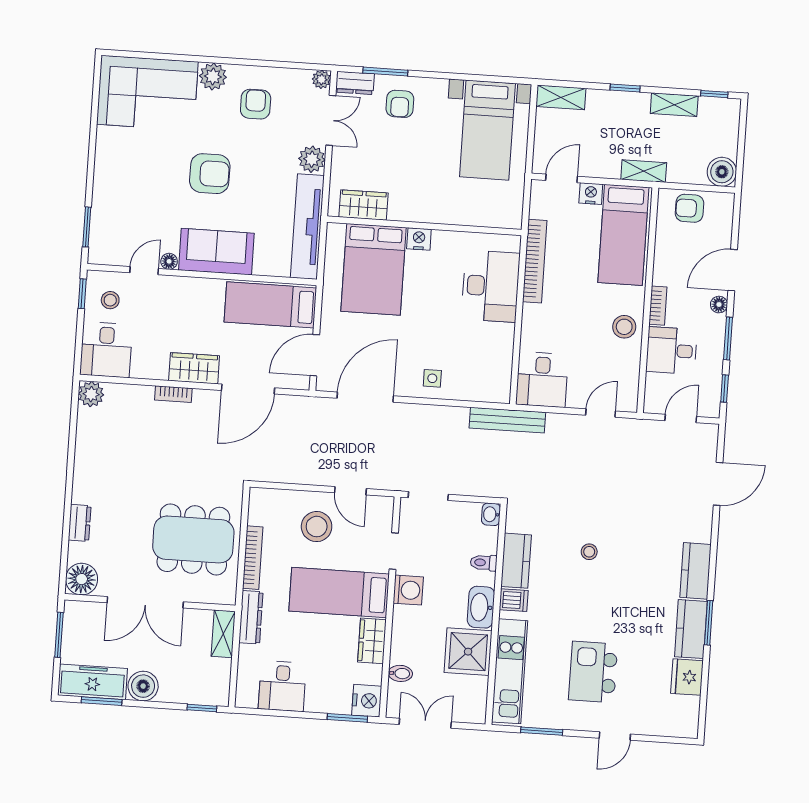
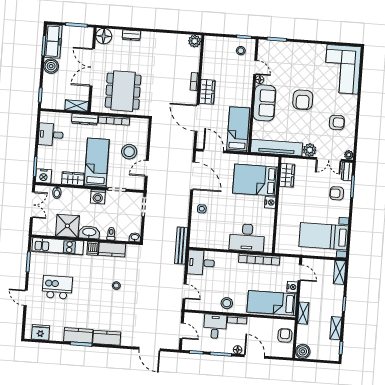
plant: (213, 76) -> (350, 102), removed
desk: (106, 350) -> (216, 49), removed
fridge: (687, 677) -> (40, 332), moved

